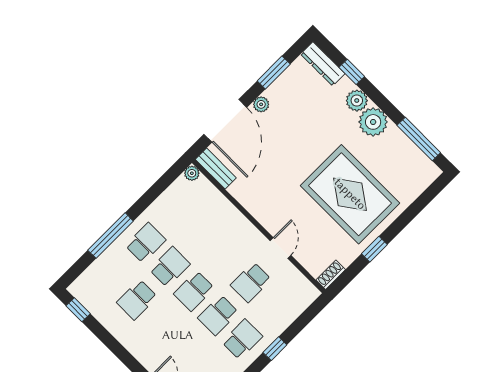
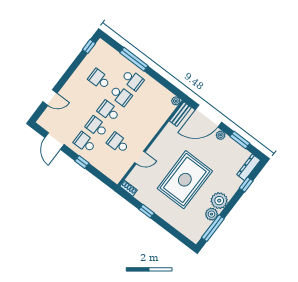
plant: (357, 101) -> (212, 214), moved
rug: (350, 194) -> (185, 180), moved
school desk: (242, 339) -> (85, 143), turned 180

